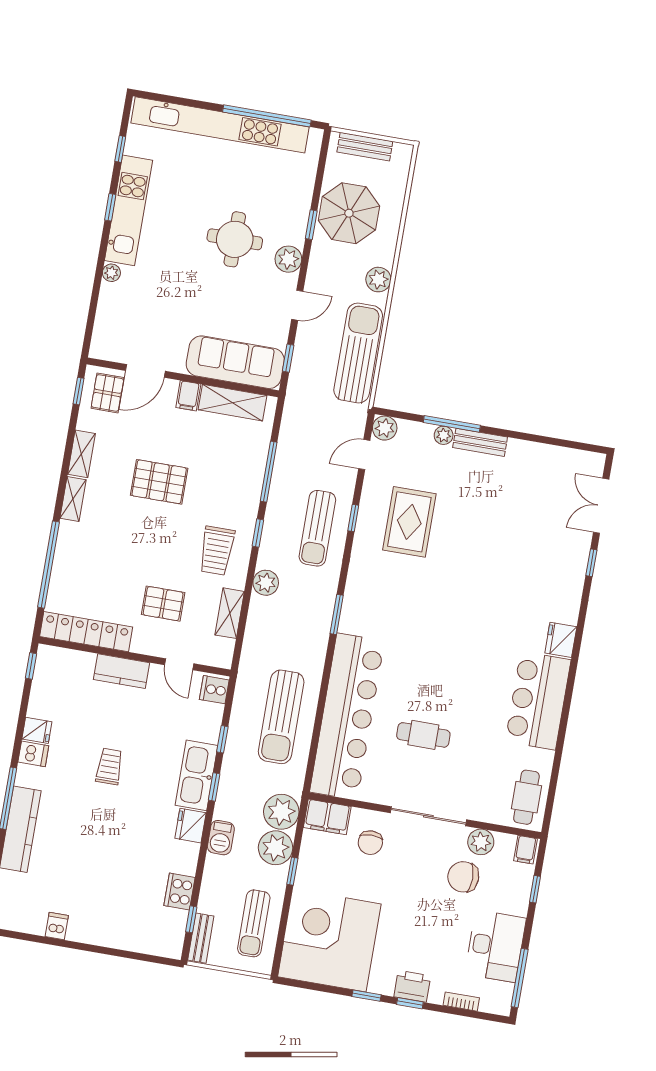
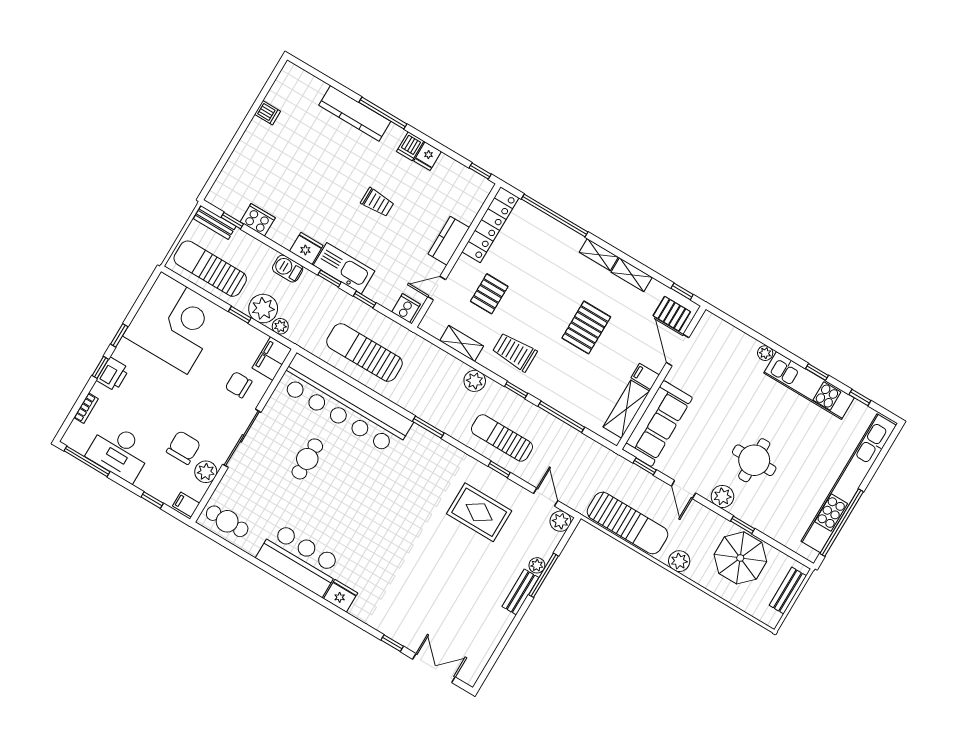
plant: (281, 812) -> (280, 326), width x0.53, depth x0.53
sun lounger: (254, 923) -> (210, 269), width x1.36, depth x1.34

